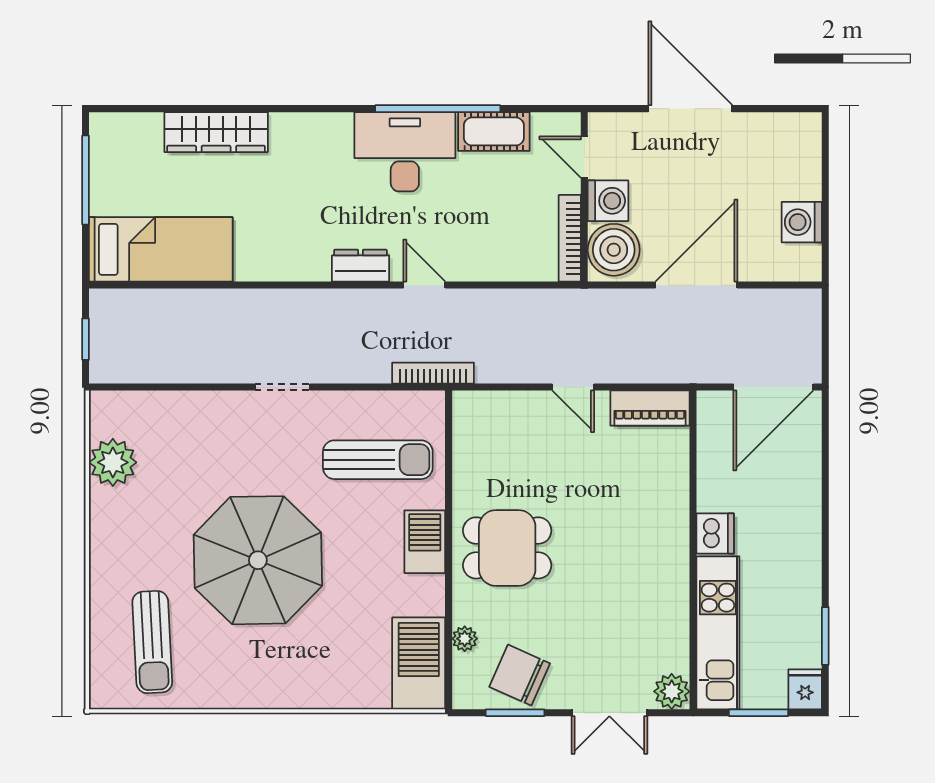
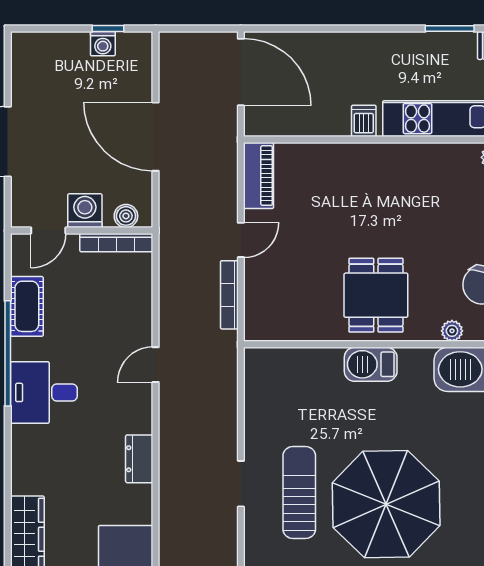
desk: (405, 152) -> (44, 392), width x0.73
washing machine: (802, 222) -> (103, 44), width x0.73, depth x0.73
window: (825, 228) -> (108, 29), added
boiler: (614, 250) -> (126, 216), width x0.54, depth x0.54
dresser: (361, 266) -> (139, 459), moved
bookcase: (433, 373) -> (229, 295), moved
sun lounger: (378, 460) -> (299, 493), moved
dishwasher: (715, 533) -> (364, 121), width x0.73

